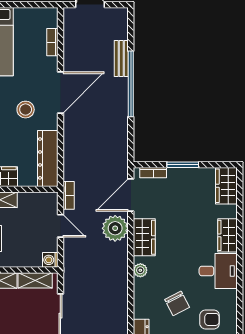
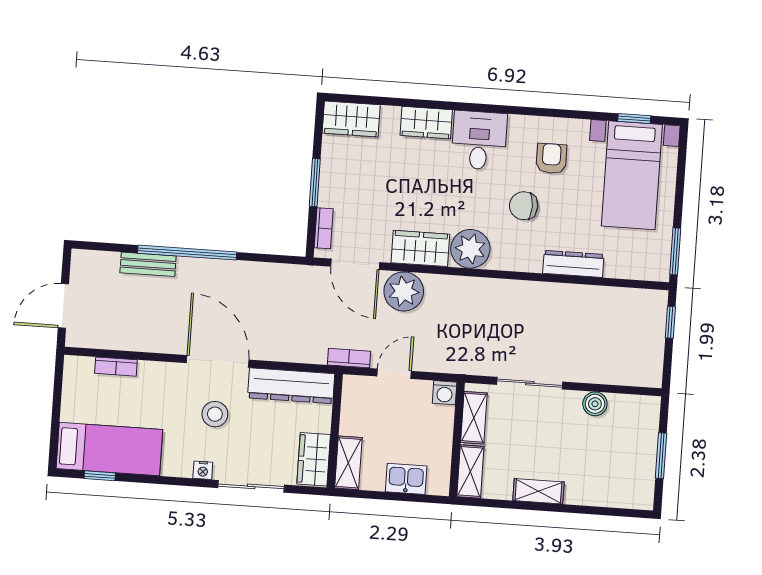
door: (60, 93) -> (218, 361), moved
plant: (140, 270) -> (470, 249), width x1.87, depth x1.87
chair: (177, 303) -> (524, 206), turned -153

